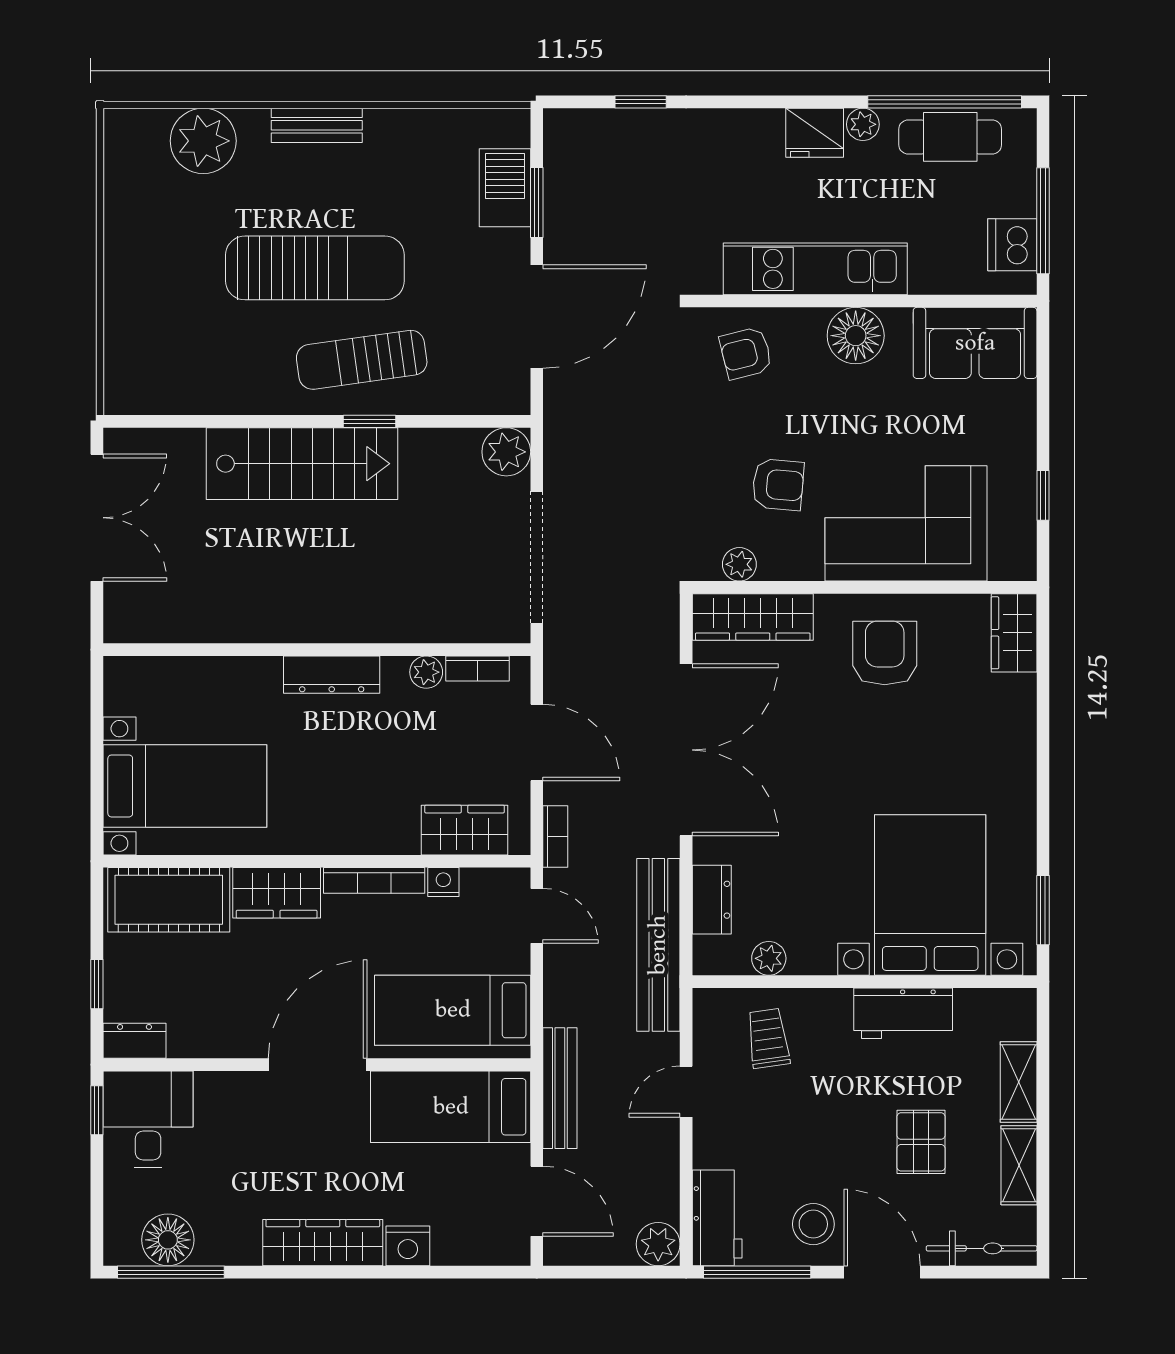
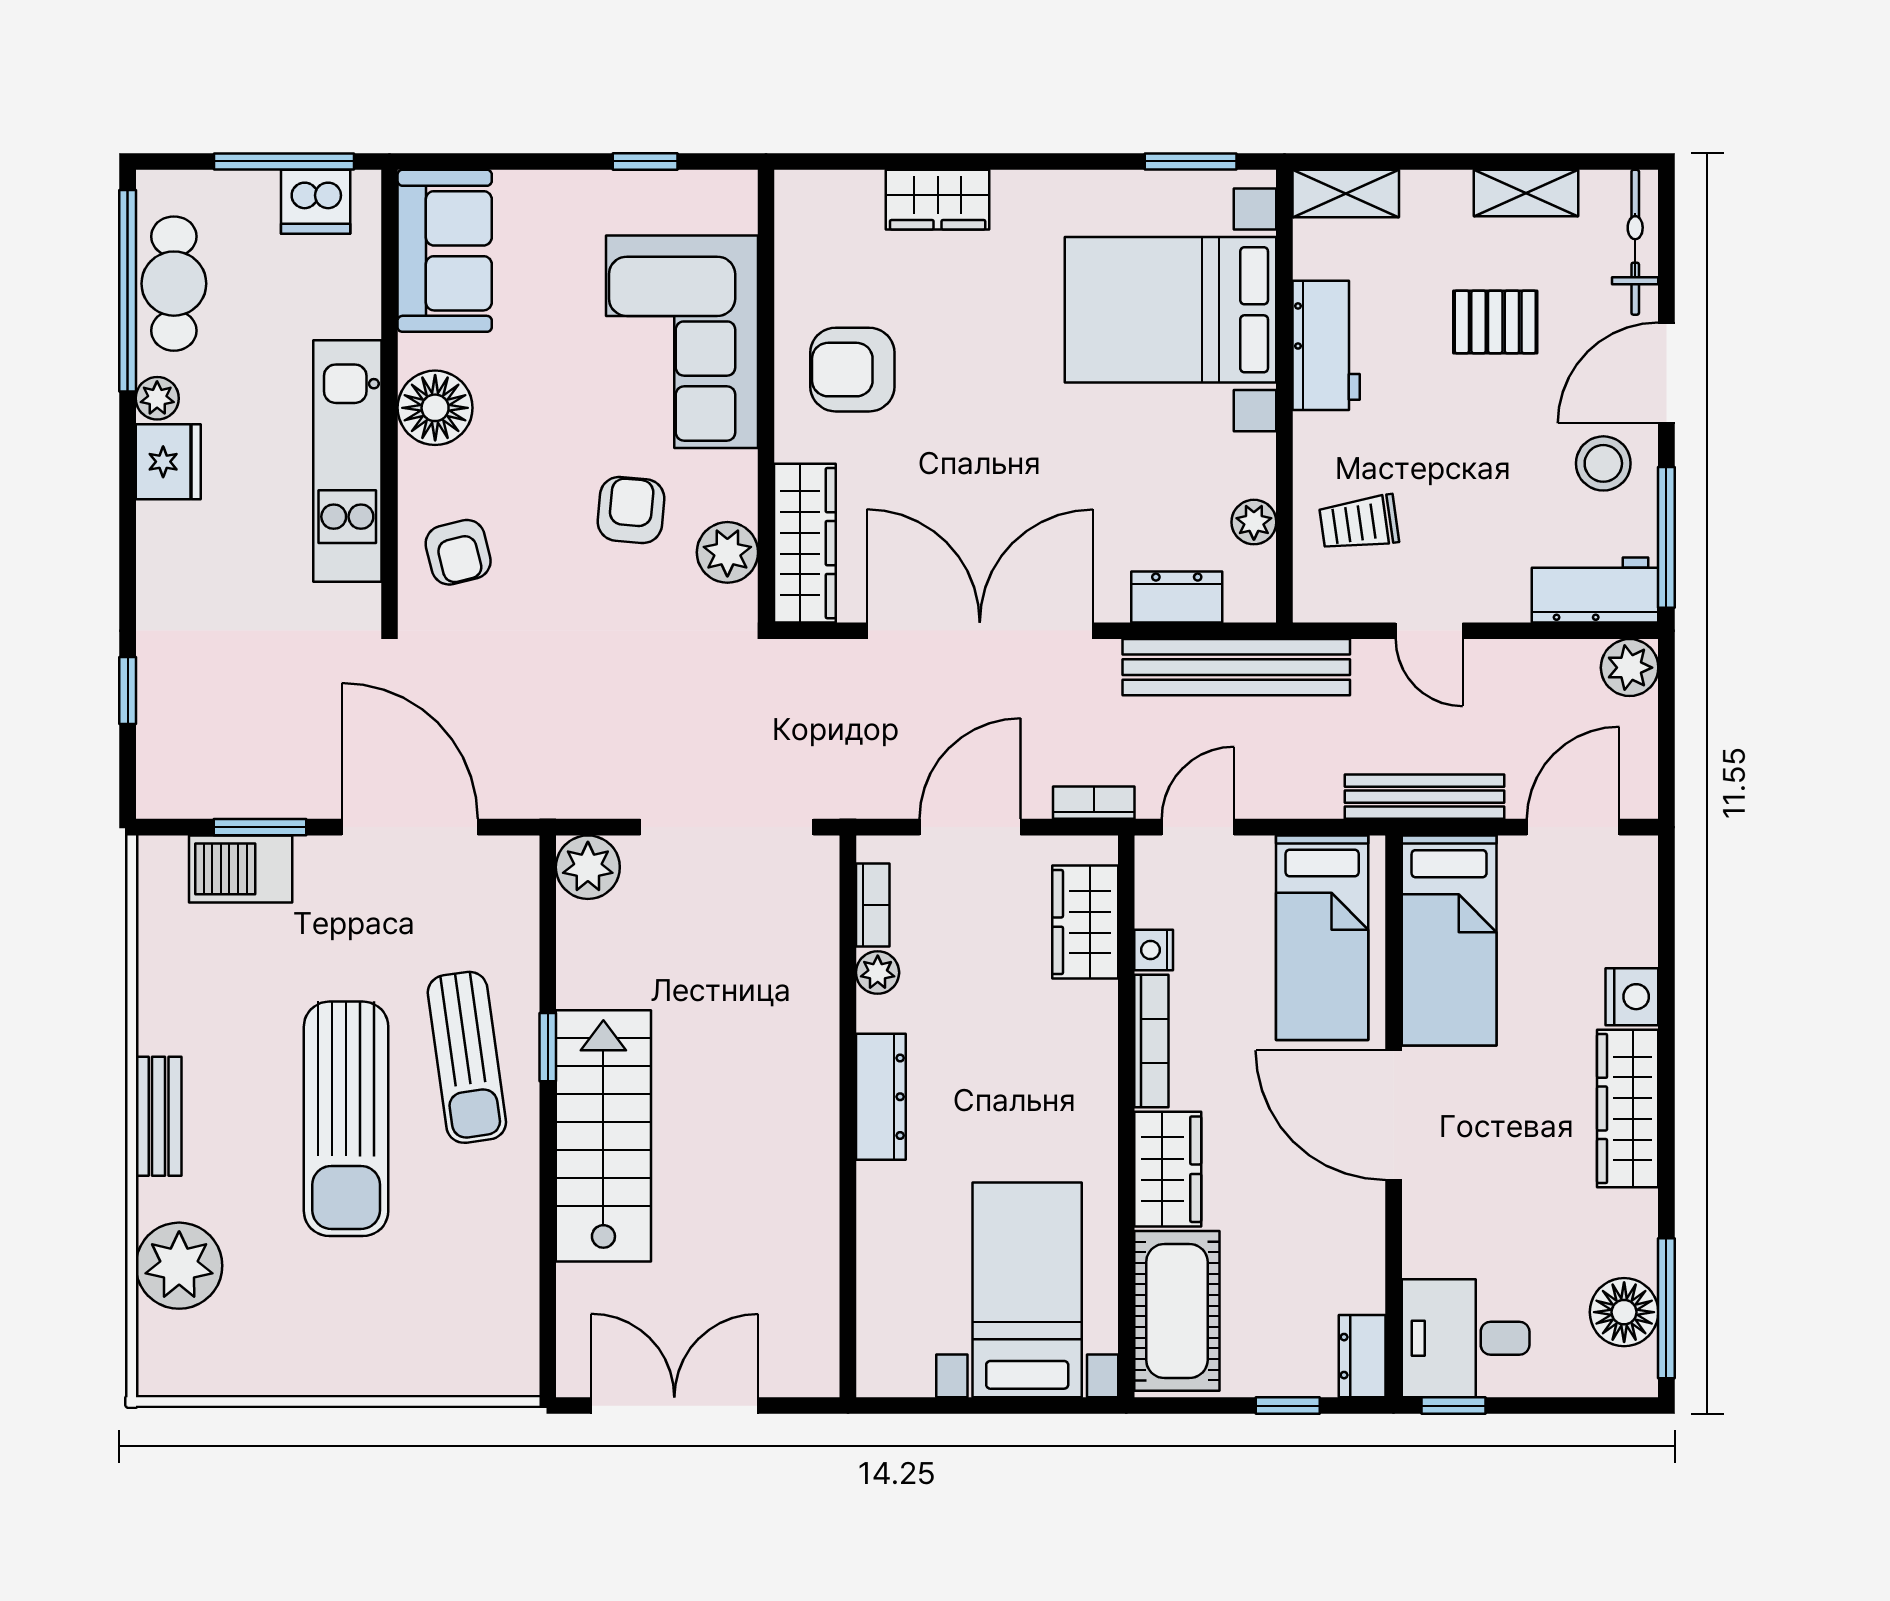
sun lounger: (315, 268) -> (346, 1119), turned 180
plant: (739, 564) -> (727, 552), width x1.38, depth x1.38
wardrobe: (1014, 633) -> (938, 200), moved
shelving: (1019, 1082) -> (1346, 194), moved

